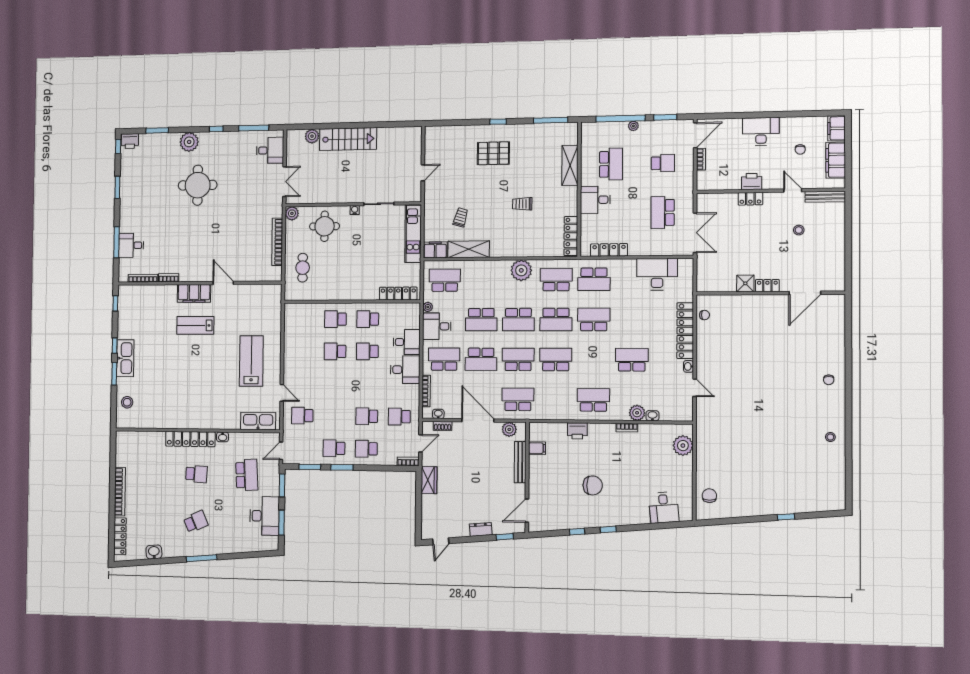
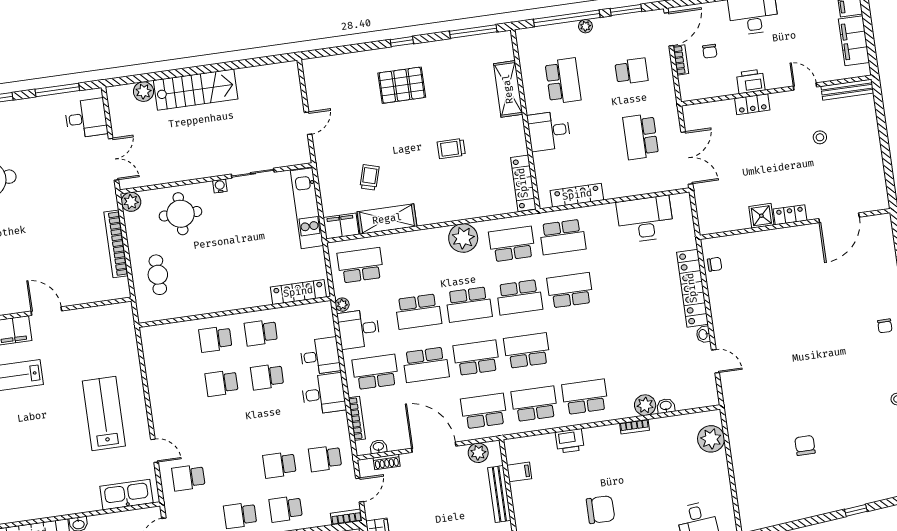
chair: (800, 149) -> (710, 51), moved
school desk: (632, 360) -> (534, 404), moved
chair: (709, 496) -> (805, 445), moved

